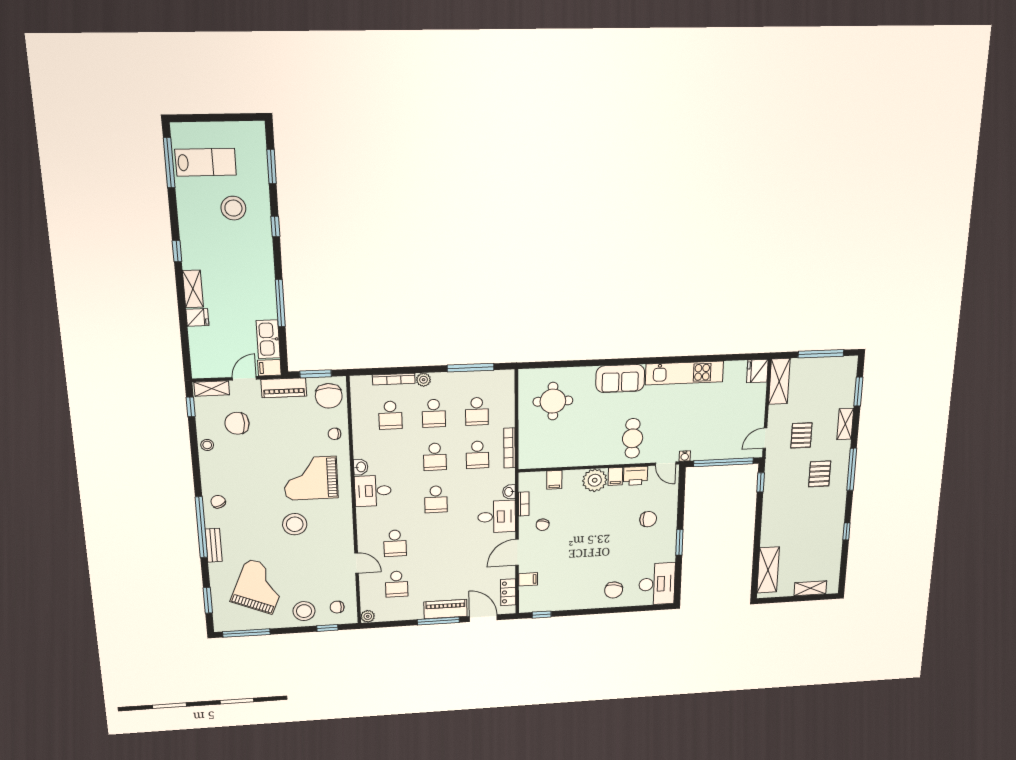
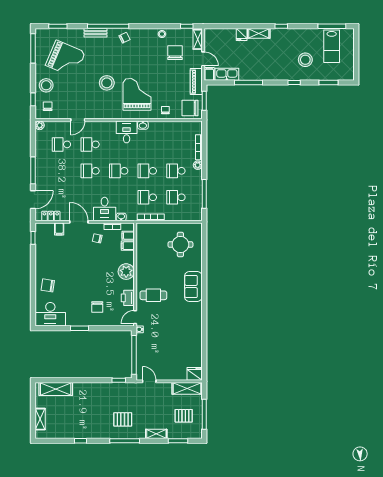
kitchen unit: (684, 373) -> (195, 327), removed
school desk: (390, 415) -> (90, 171), moved
pallet: (801, 435) -> (184, 416), moved
filing cabinet: (615, 476) -> (128, 236), moved
piano: (446, 609) -> (41, 175), removed

